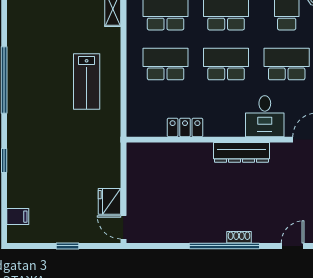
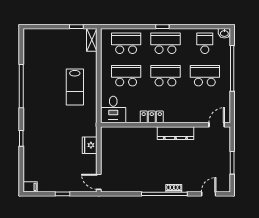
desk: (265, 116) -> (113, 110), moved
locker: (185, 127) -> (152, 117), moved
fridge: (110, 201) -> (90, 145), moved
filing cabinet: (18, 217) -> (30, 187), moved

